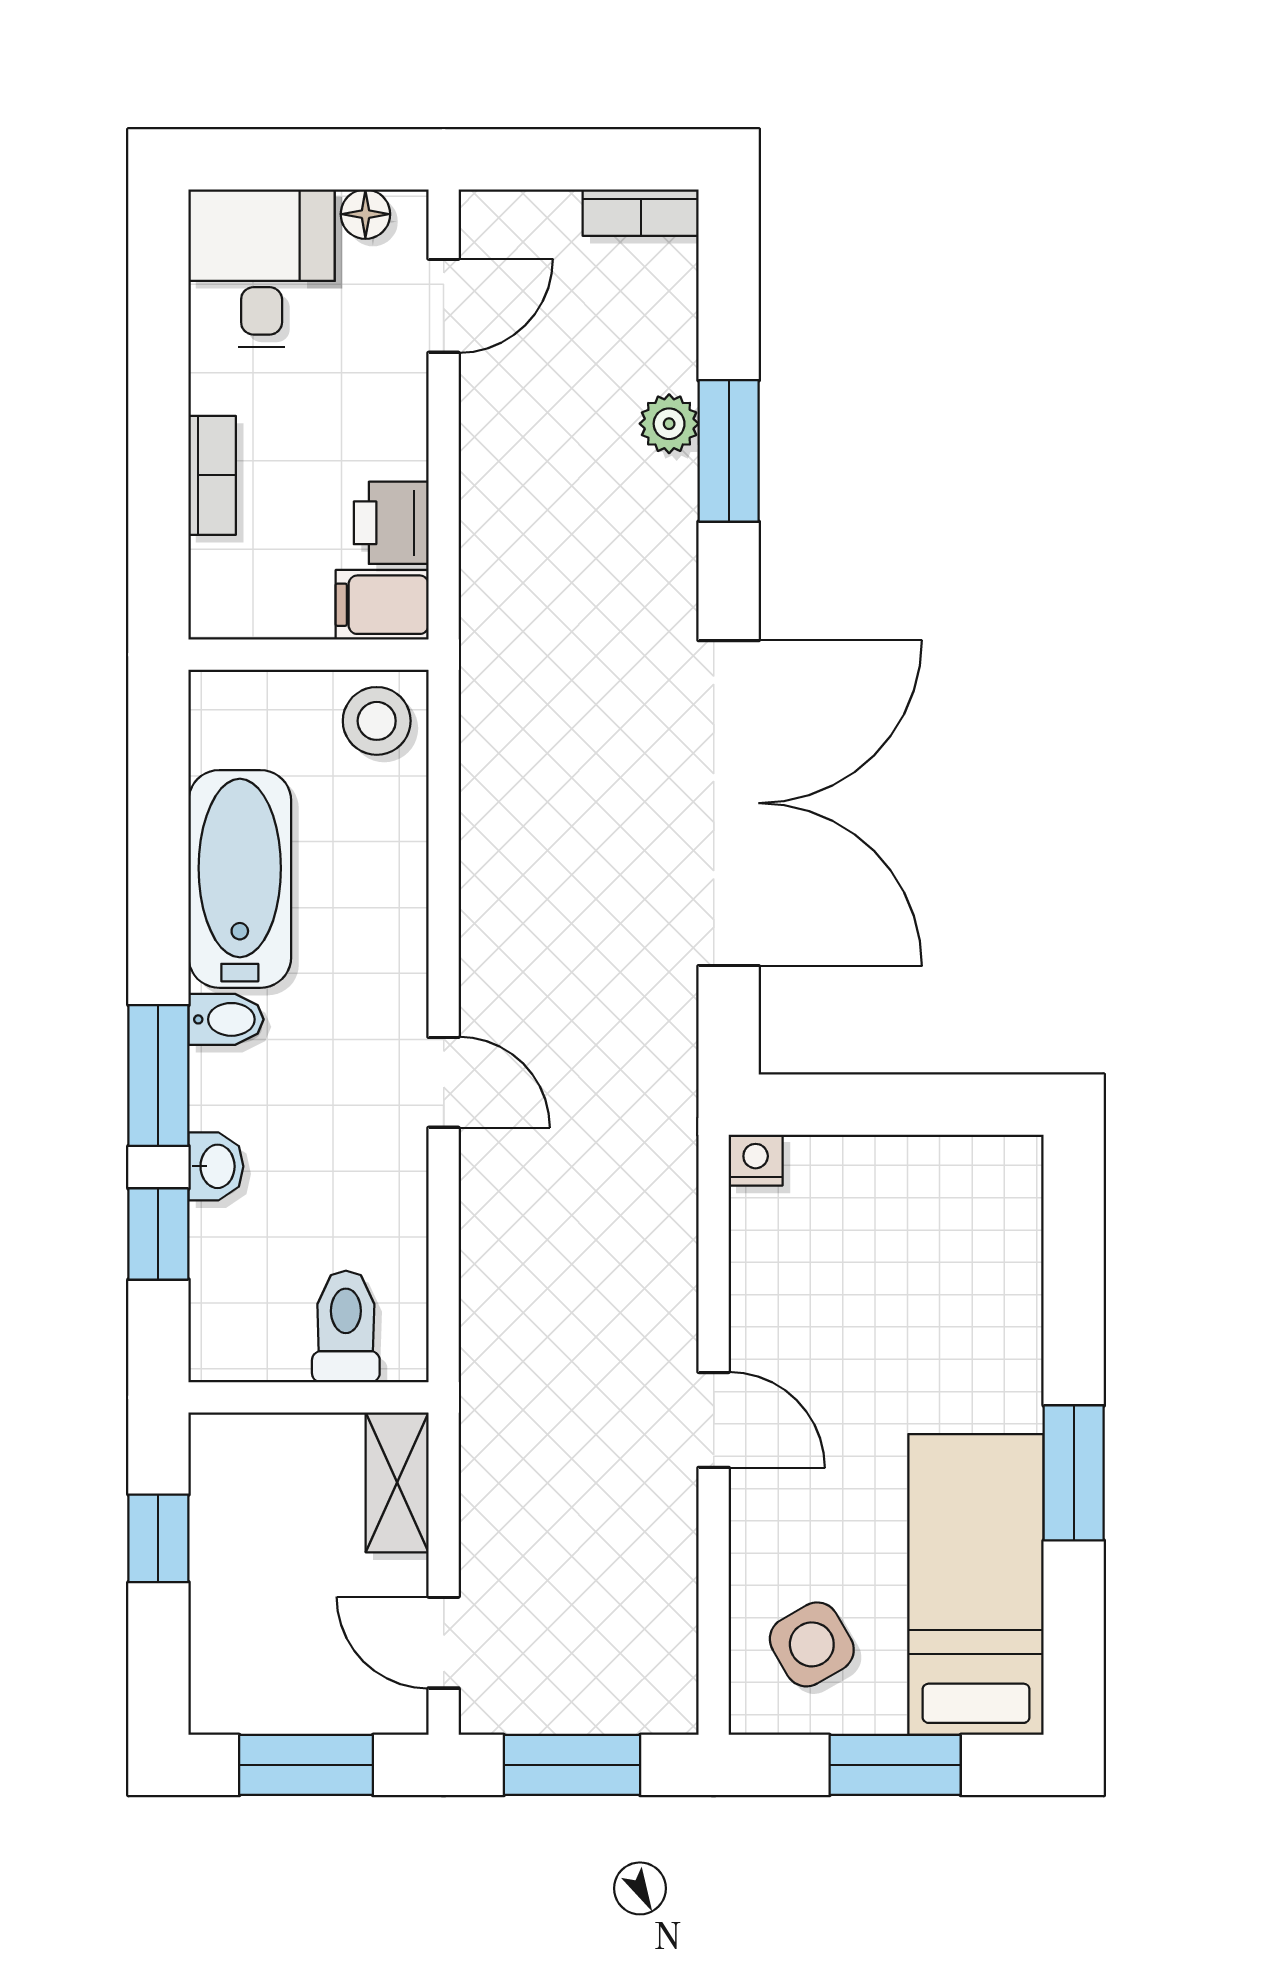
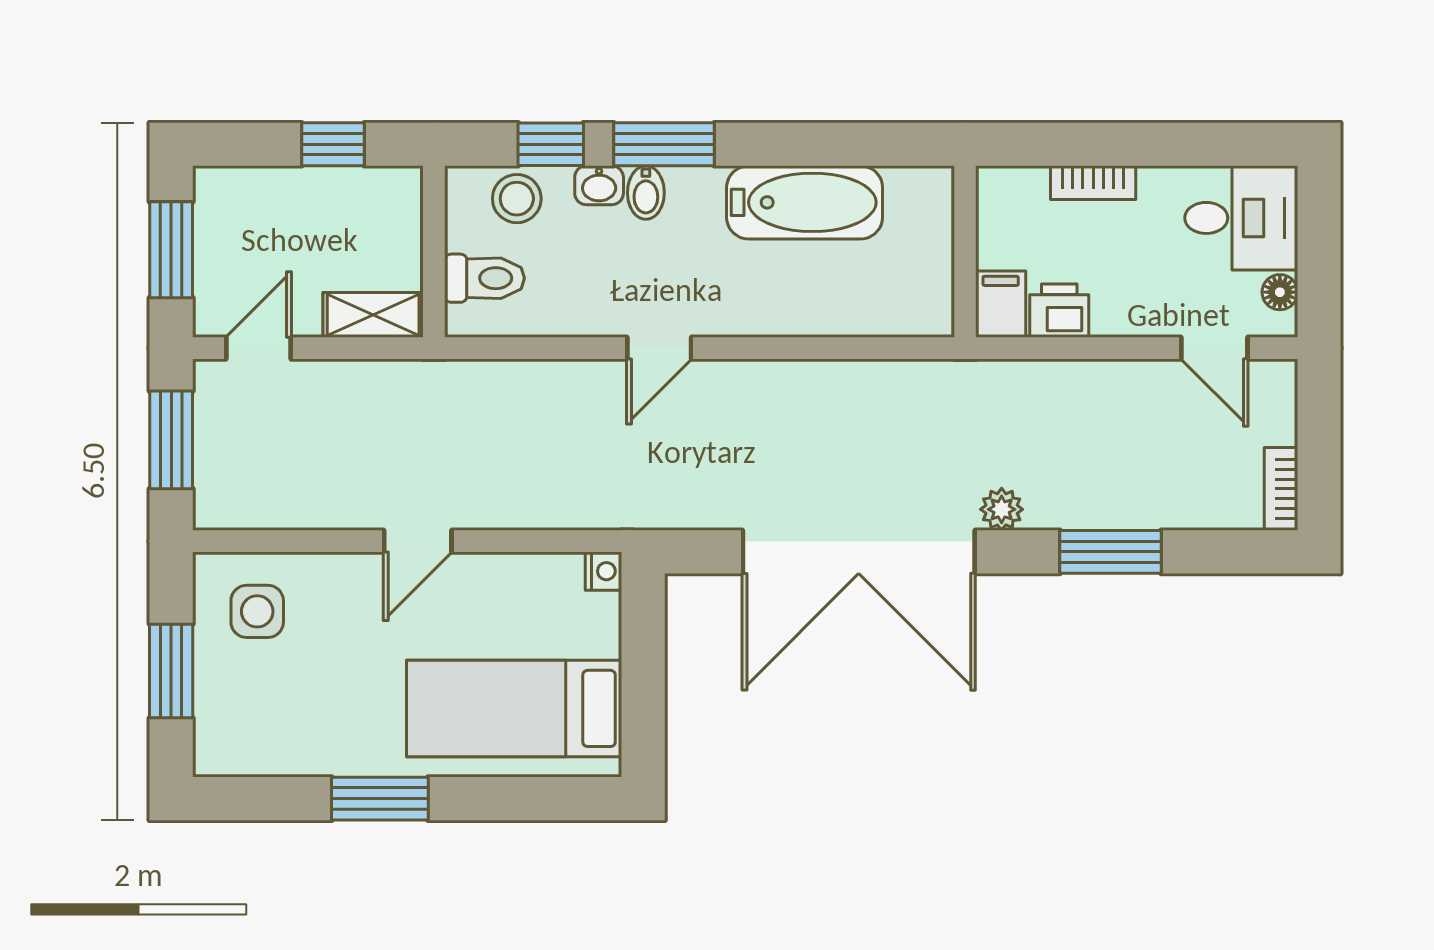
plant: (669, 424) -> (1002, 509), moved
stool: (377, 721) -> (517, 199), moved
bidet: (226, 1019) -> (646, 193), moved
bed: (976, 1584) -> (514, 708), moved, turned 180
side table: (812, 1644) -> (257, 611), turned 30

